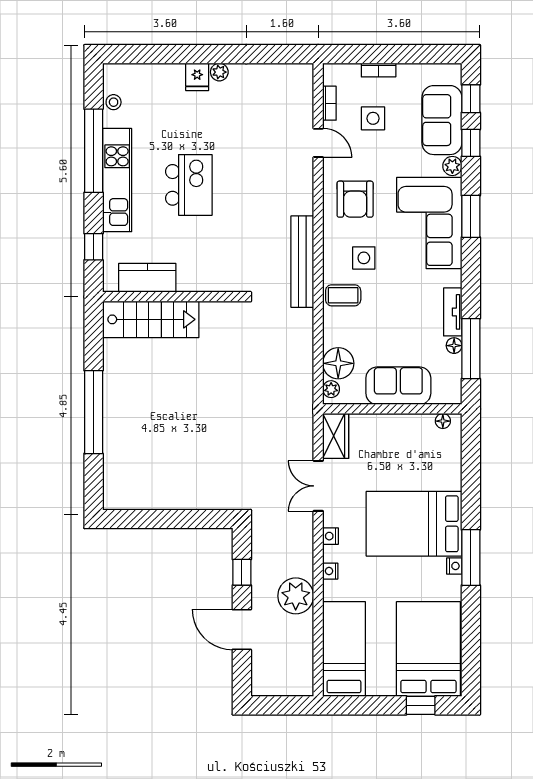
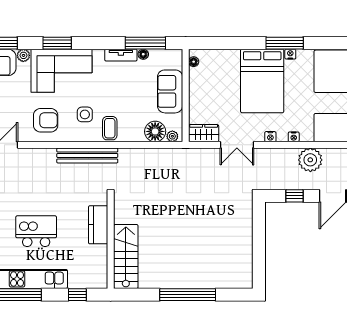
kitchen counter: (147, 278) -> (98, 225), moved

